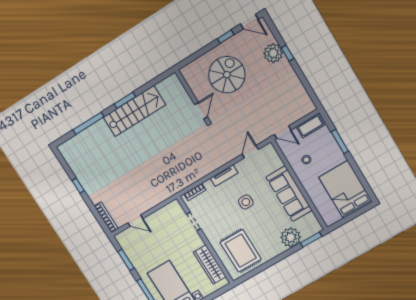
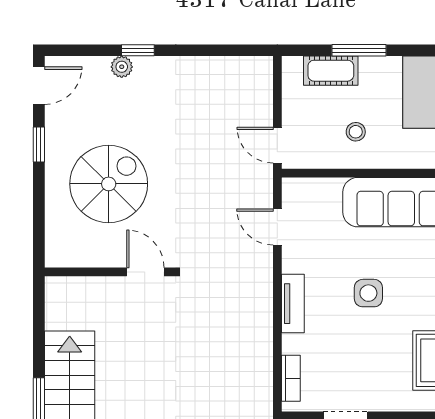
plant: (273, 53) -> (122, 67), width x0.53, depth x0.53
spiral stairs: (227, 75) -> (109, 184), turned 90
cot: (310, 126) -> (331, 71), moved, turned 90
door: (283, 132) -> (277, 145), swing flipped

